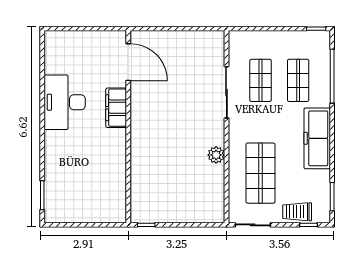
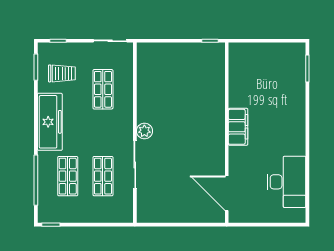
desk: (65, 102) -> (286, 182), moved
filing cabinet: (116, 108) -> (238, 127), moved
plant: (216, 155) -> (144, 131), moved
shop shelf: (260, 173) -> (103, 89), width x0.70, depth x0.74
trolley: (297, 212) -> (62, 73), moved

